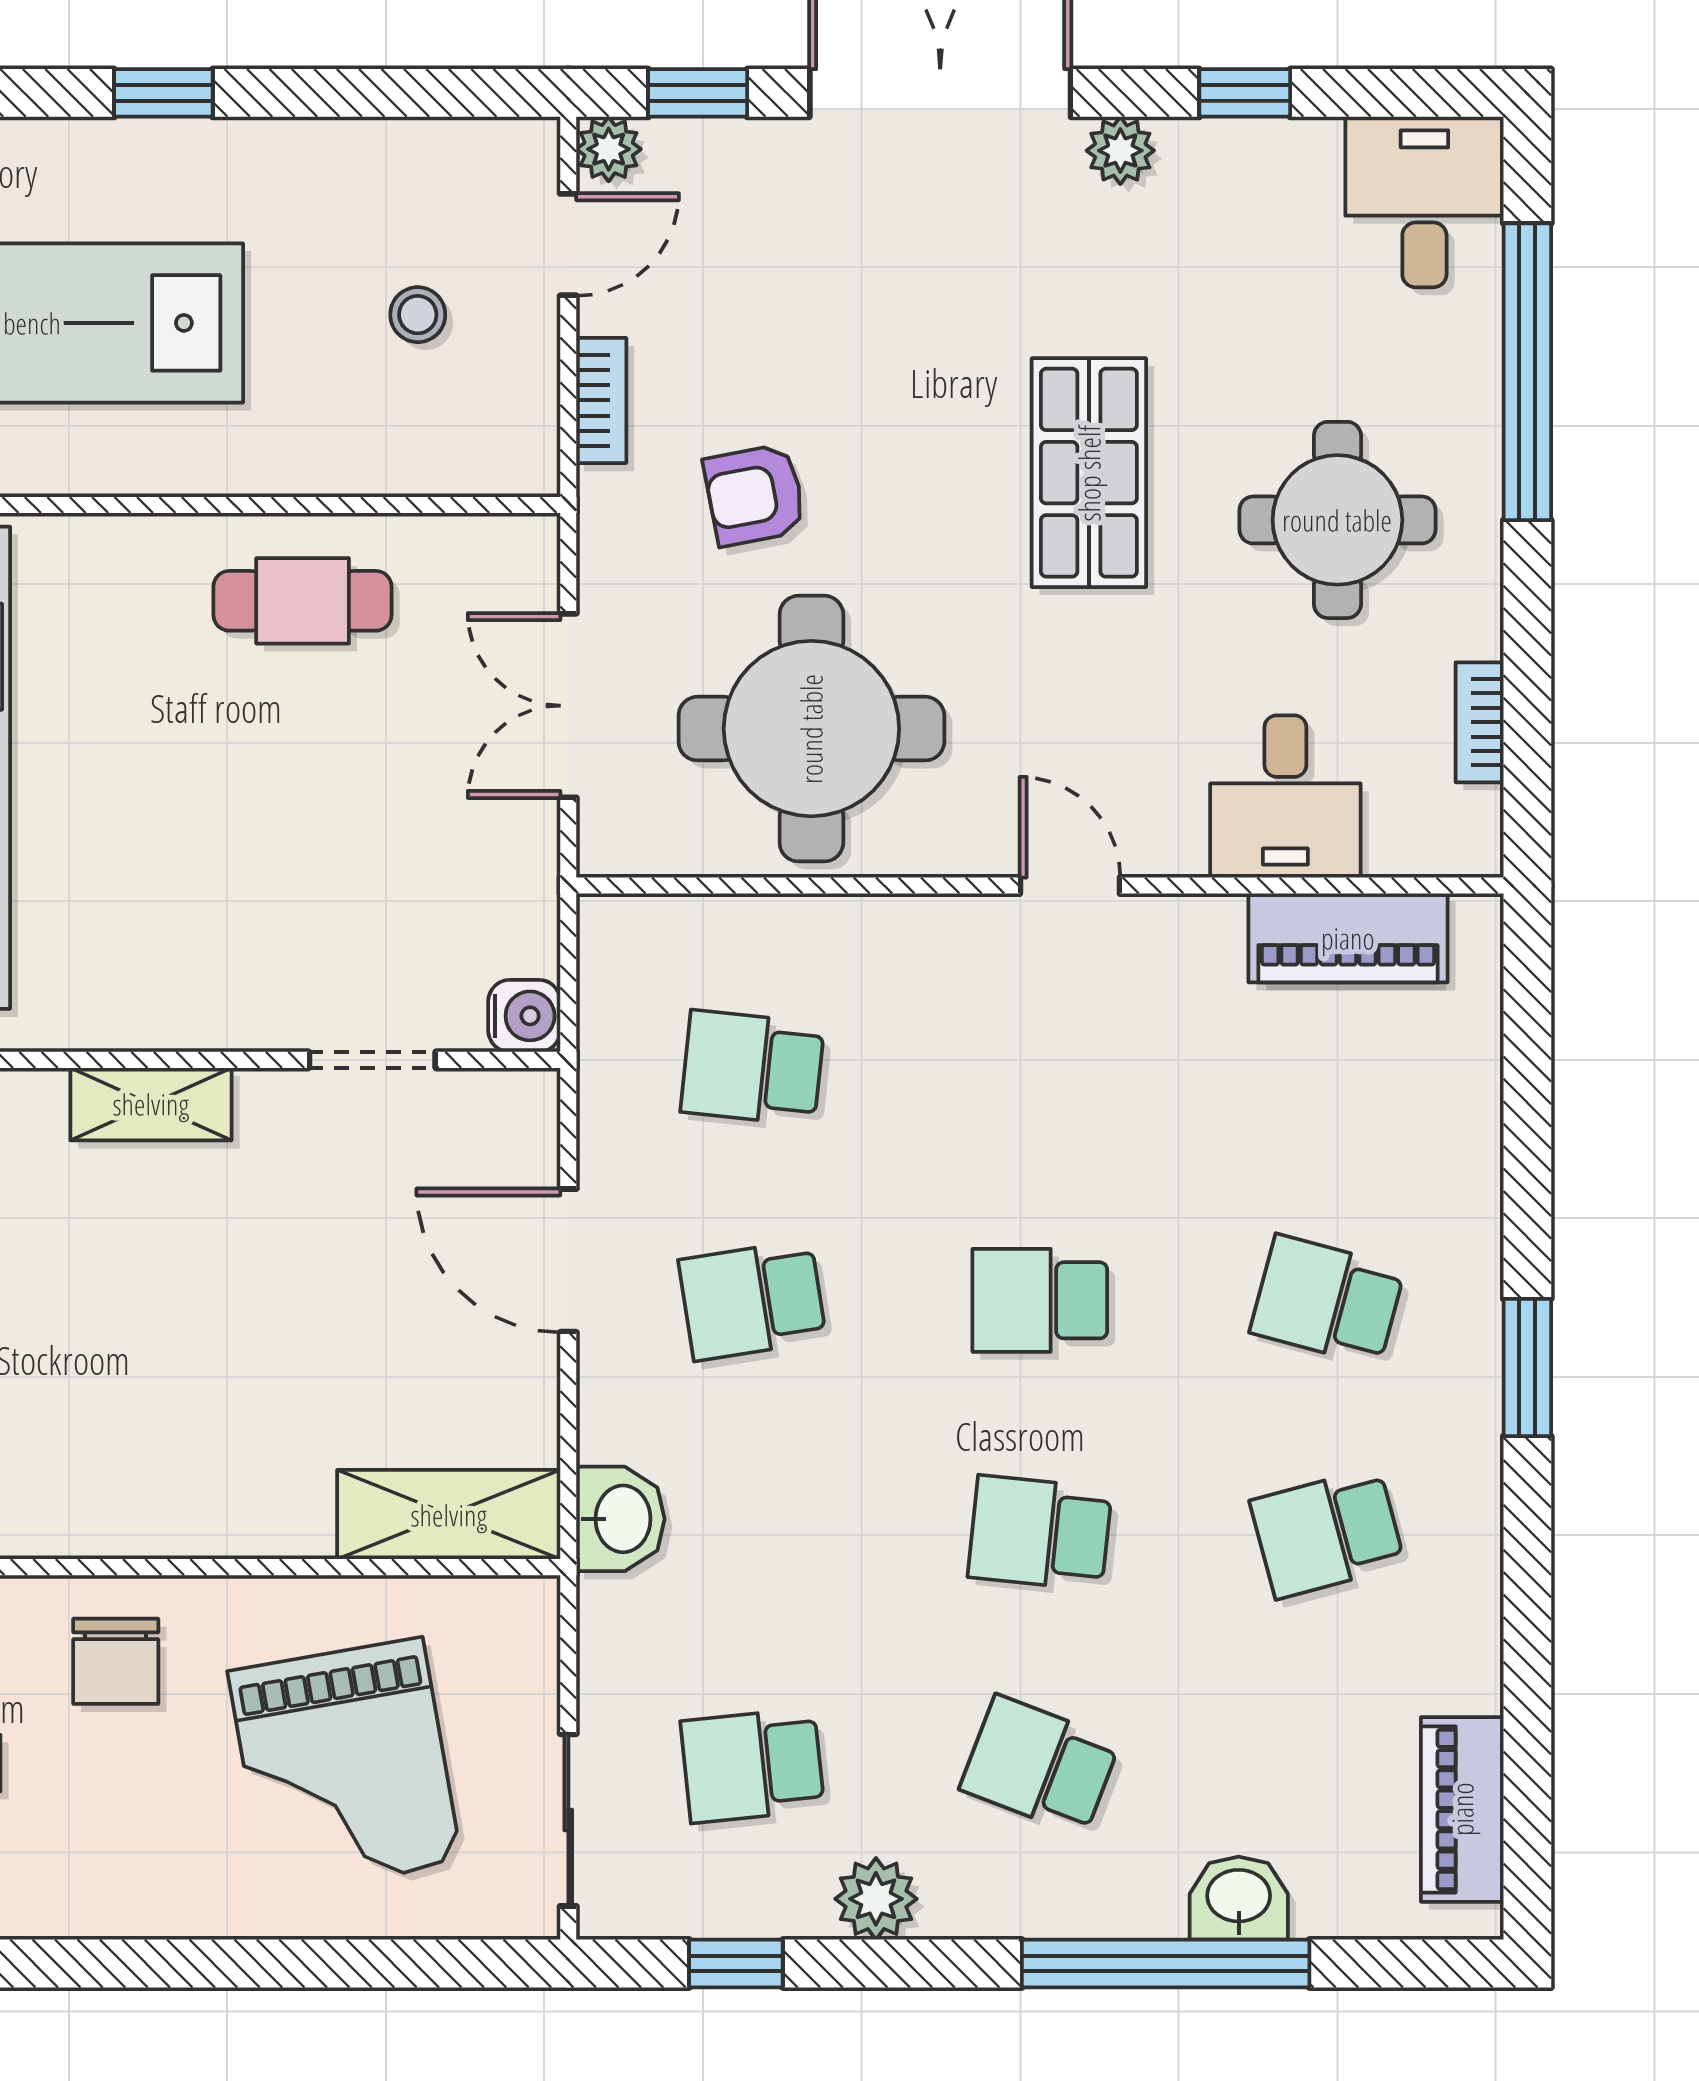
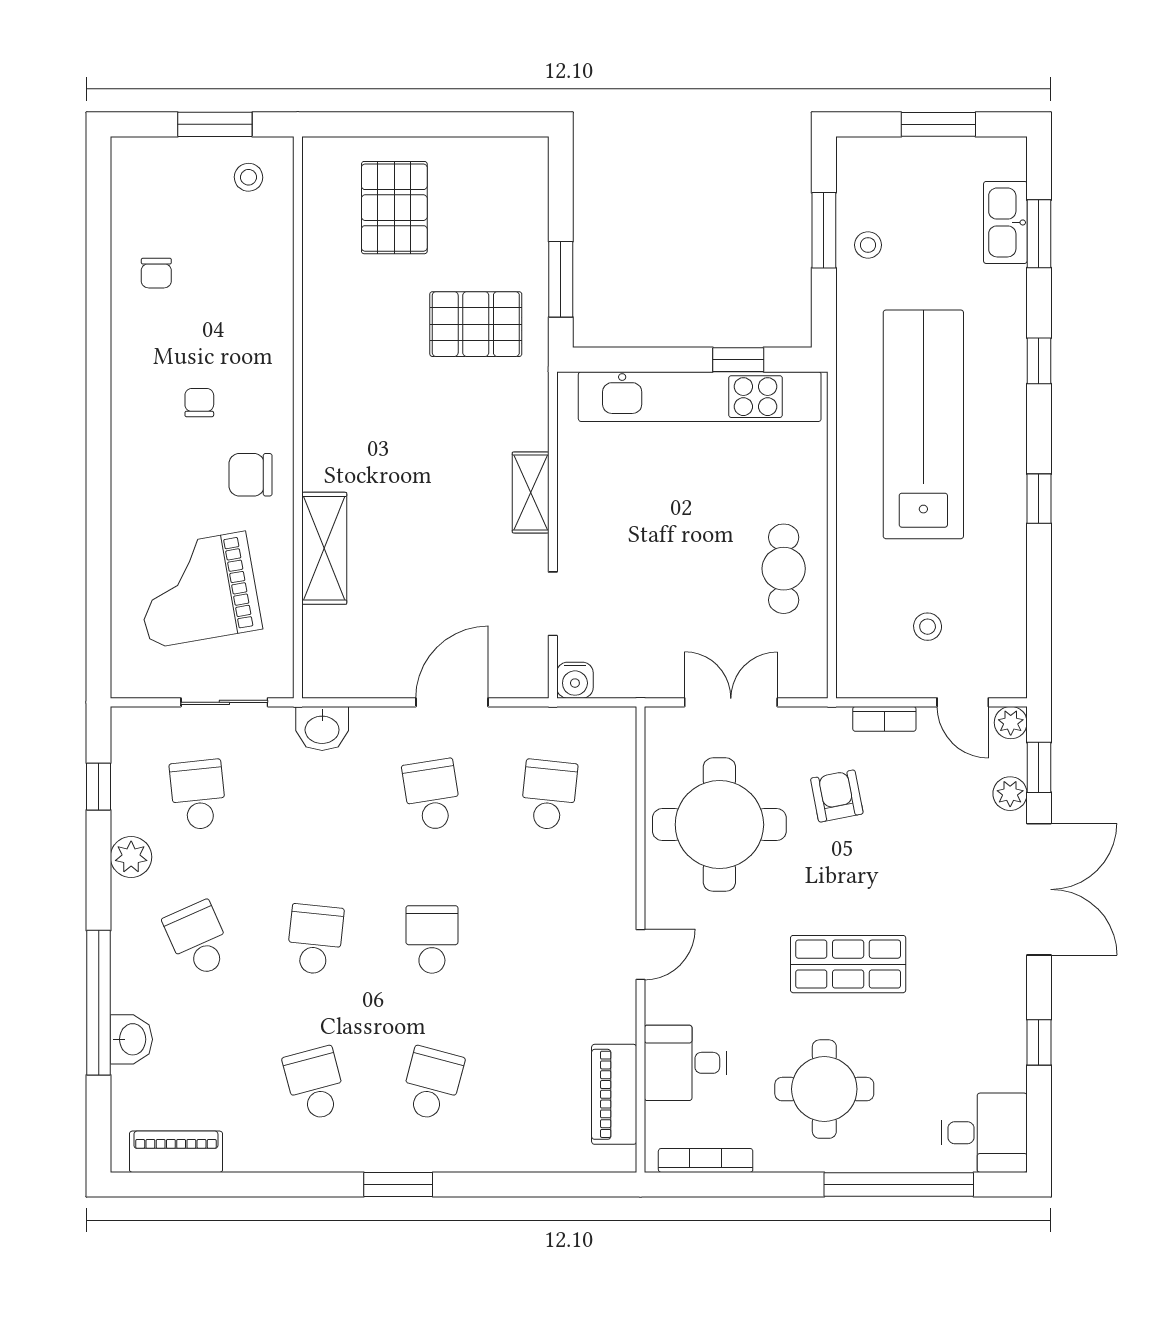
plant: (1120, 151) -> (1010, 794), moved
bookcase: (1480, 722) -> (706, 1160), width x1.56
shelving: (449, 1515) -> (324, 548), moved
school desk: (1040, 1765) -> (198, 939), turned -45
sliding door: (568, 1820) -> (224, 702), moved

